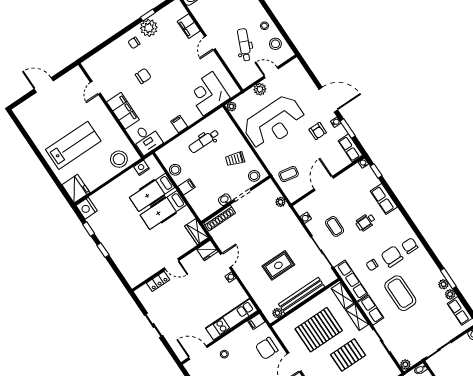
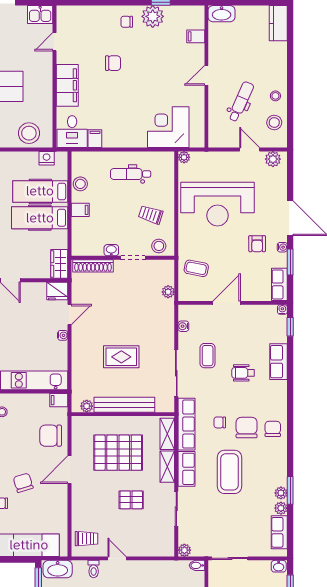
filing cabinet: (189, 26) -> (196, 36), width x0.50
kitchen sink: (74, 76) -> (40, 15), added
plant: (260, 89) -> (273, 159), moved
filing cabinet: (179, 124) -> (95, 139), moved
pallet: (348, 355) -> (131, 500), width x0.67, depth x0.71

